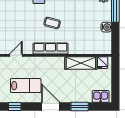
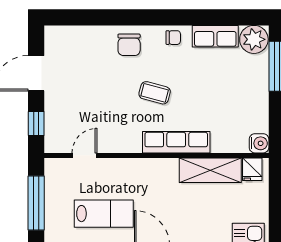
water cooler: (106, 27) -> (259, 143), moved
row of seats: (50, 49) -> (176, 142), moved

